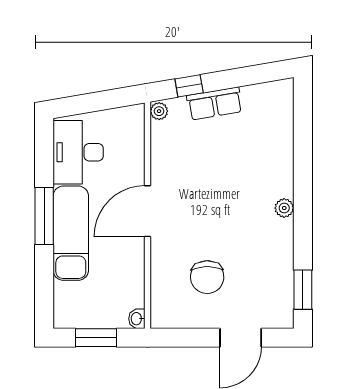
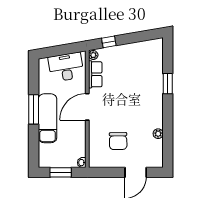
row of seats: (215, 104) -> (95, 74), moved, turned -80
desk: (78, 152) -> (66, 67), moved, turned 80
plant: (284, 208) -> (158, 134), moved
window: (303, 290) -> (168, 84), moved

